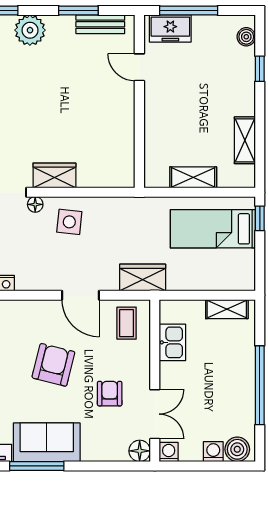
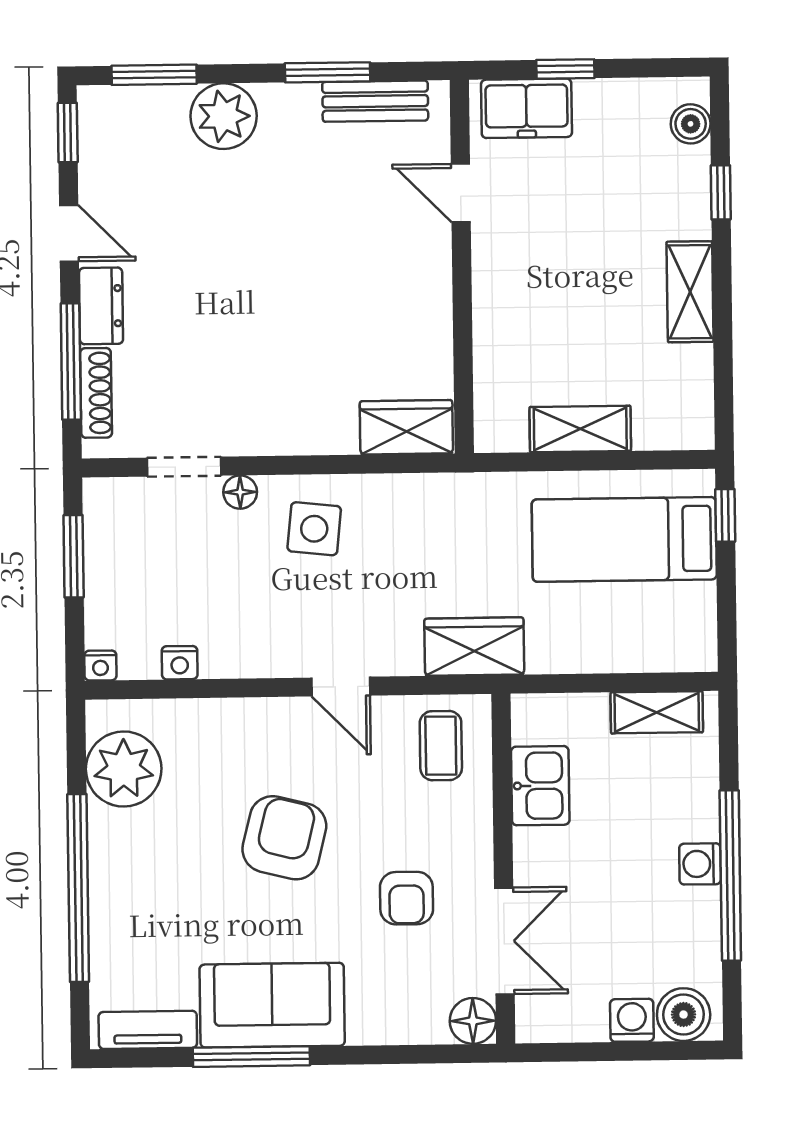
window: (189, 11) -> (565, 69), width x0.46
shelving: (245, 140) -> (690, 292), moved
wardrobe: (54, 175) -> (406, 427), moved
door: (81, 295) -> (341, 687), width x0.73
armchair: (110, 394) -> (406, 898), turned 180
washing machine: (169, 452) -> (700, 864), moved, turned -90

